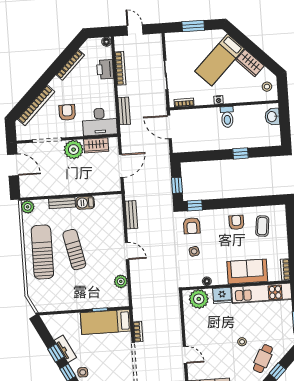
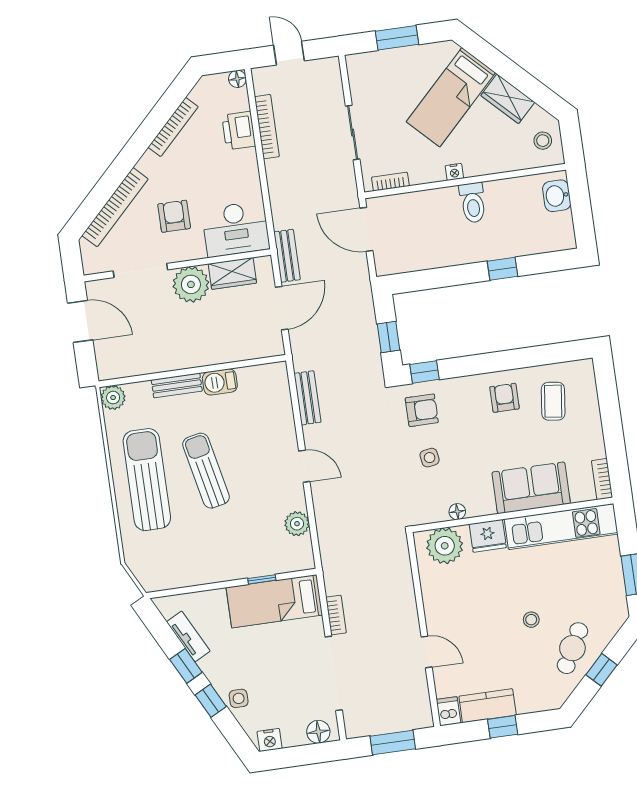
bench: (124, 111) -> (287, 256), moved
armchair: (192, 226) -> (422, 410), turned -90
tv unit: (65, 349) -> (188, 636), moved

